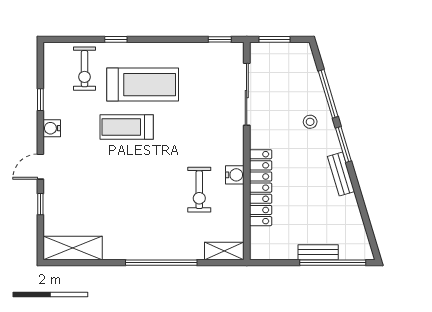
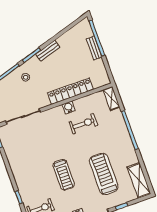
treadmill: (143, 85) -> (104, 174), moved

